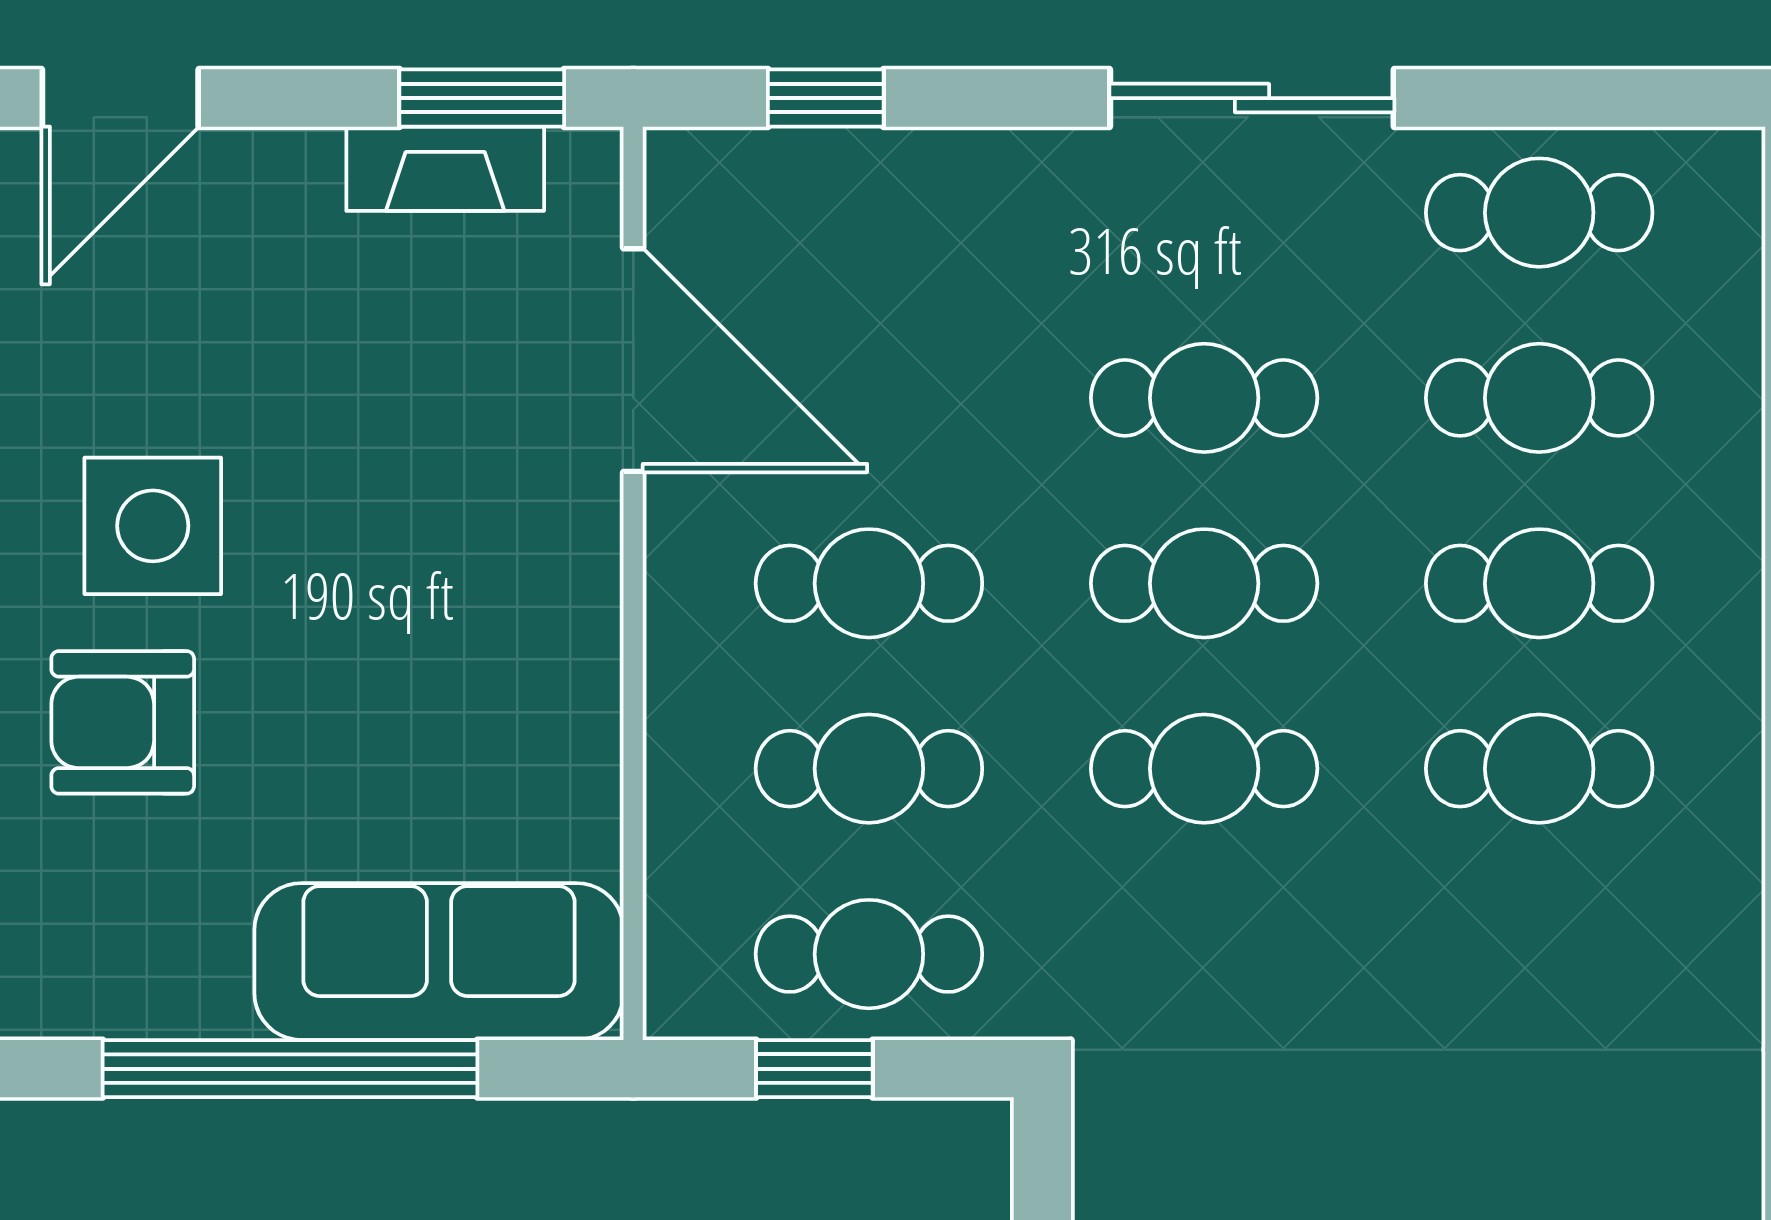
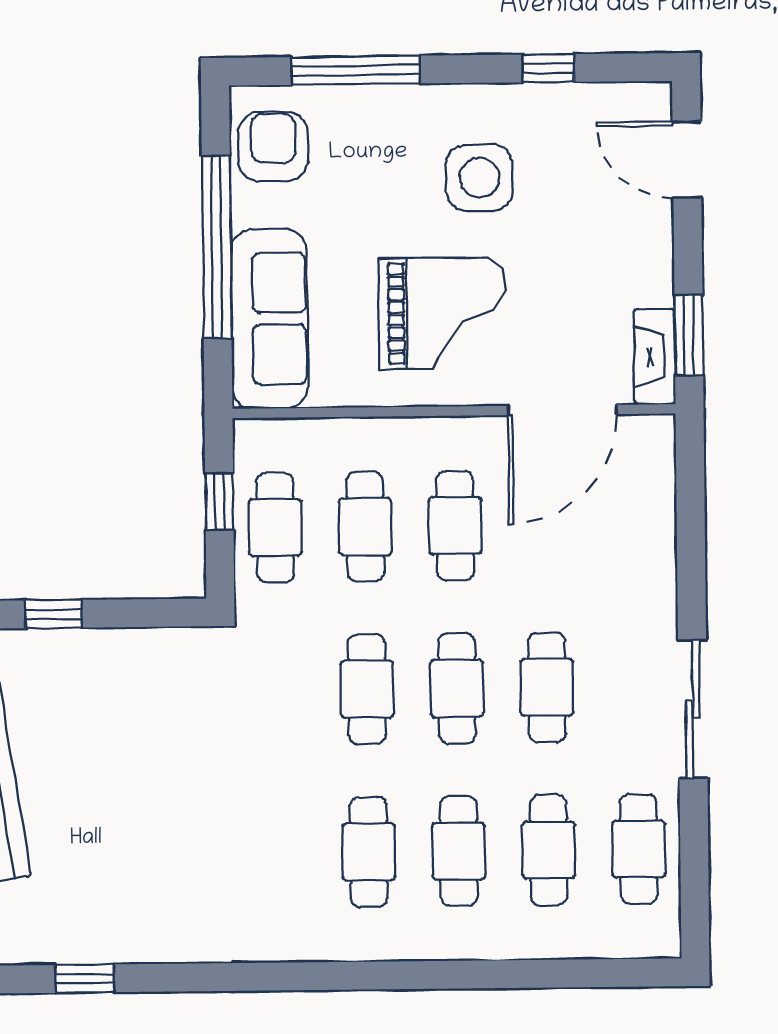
window: (826, 98) -> (691, 502), removed
fireplace: (445, 169) -> (655, 356), moved
grand piano: (431, 605) -> (442, 313), added
armchair: (123, 722) -> (273, 147), moved

